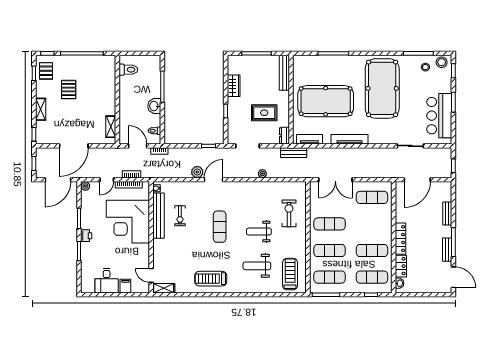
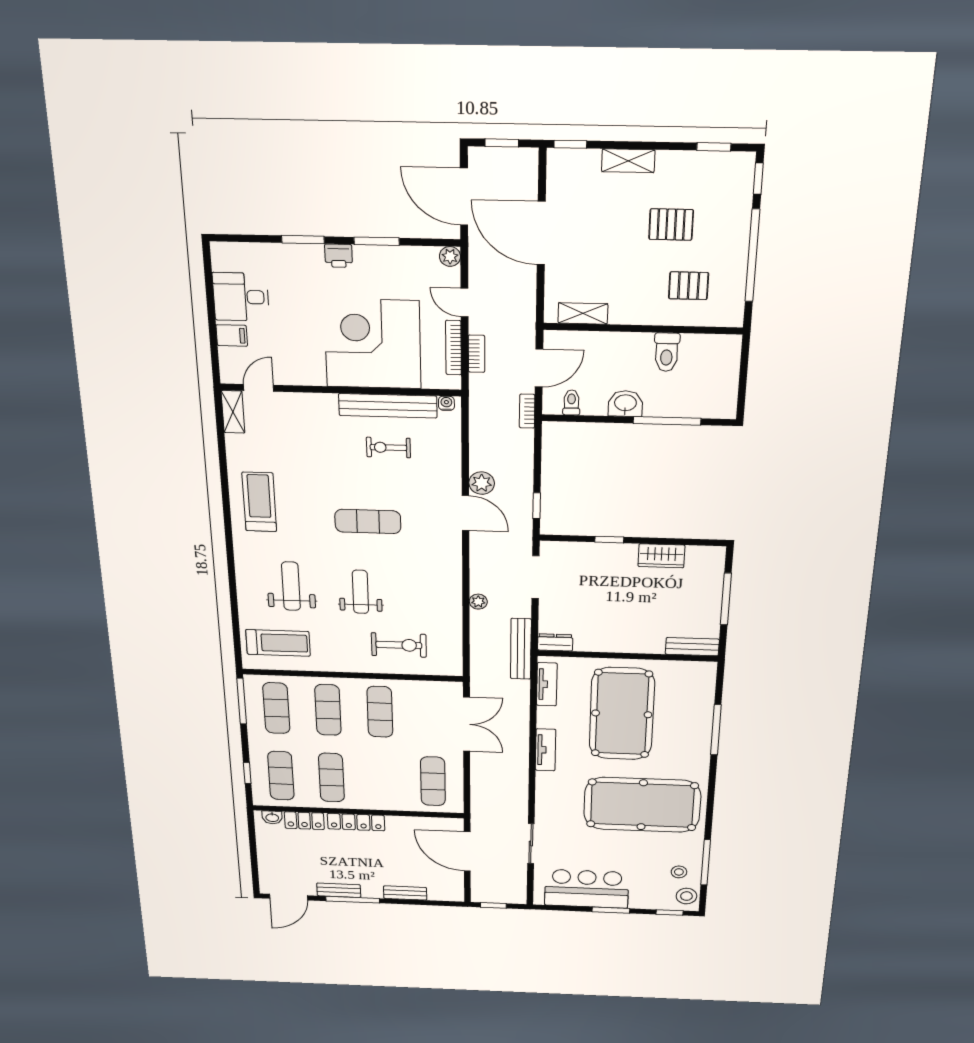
toilet: (128, 70) -> (667, 352), moved
pallet: (46, 71) -> (689, 286), moved
bench: (284, 73) -> (692, 647), width x0.73
rug: (264, 113) -> (603, 609), removed
tv unit: (350, 139) -> (546, 750), width x0.71
bench: (294, 153) -> (521, 649), width x1.36
double door: (335, 180) -> (467, 724), swing flipped

